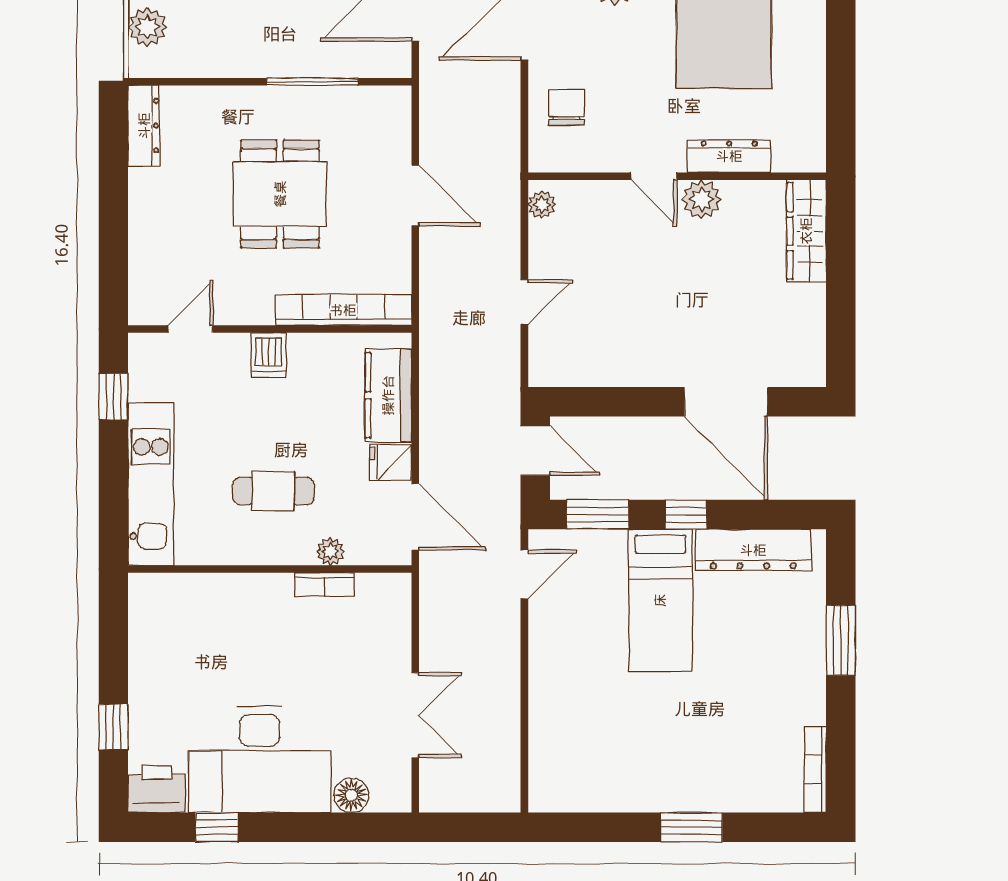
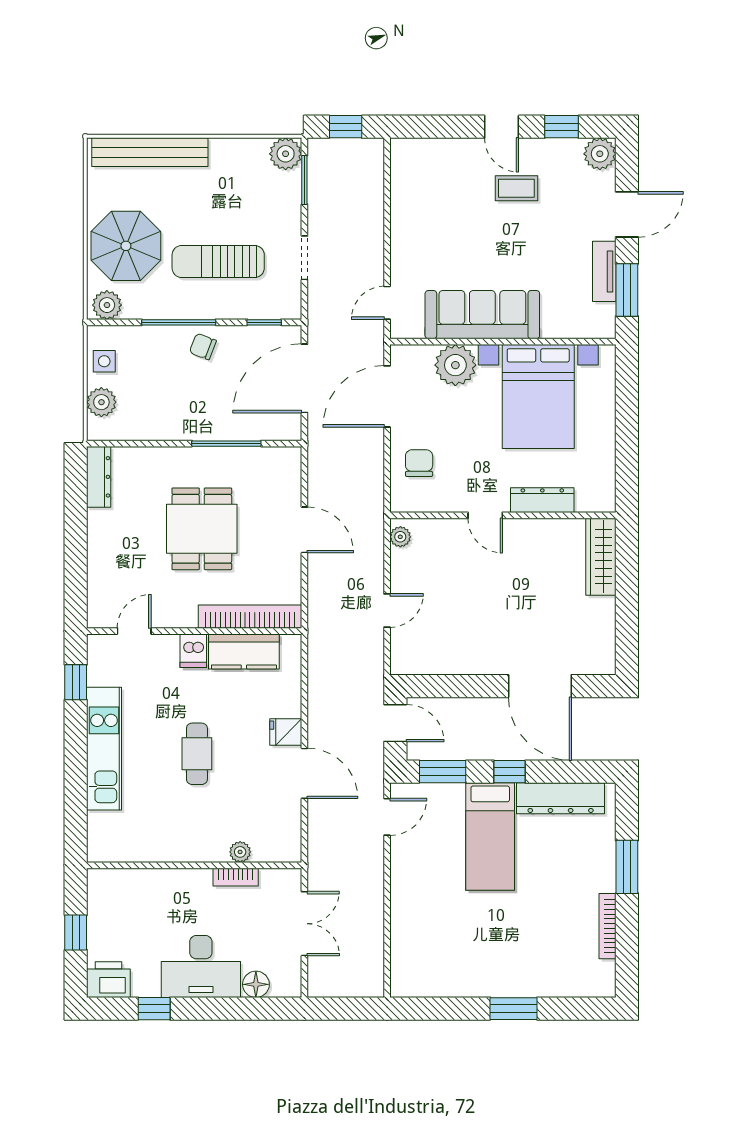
plant: (702, 199) -> (521, 533), removed
kitchen counter: (388, 395) -> (244, 651), moved, turned -90
cafe table: (273, 491) -> (197, 754), turned 90
plant: (330, 551) -> (240, 852), moved
wall: (270, 569) -> (194, 865), moved
bookcase: (325, 585) -> (236, 877), moved
desk: (260, 759) -> (201, 966), width x0.73, depth x0.77
bookcase: (815, 770) -> (607, 926), moved

